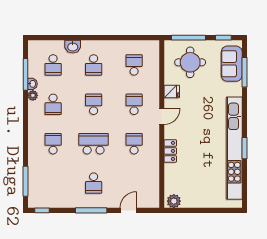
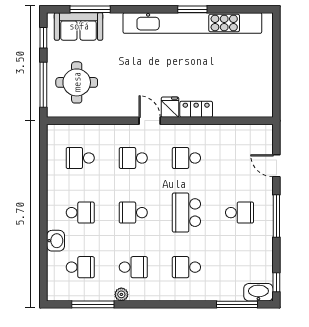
washbasin: (32, 84) -> (258, 292), moved, width x1.91, depth x1.45
fridge: (172, 91) -> (170, 107), moved
plant: (174, 201) -> (264, 104), removed

